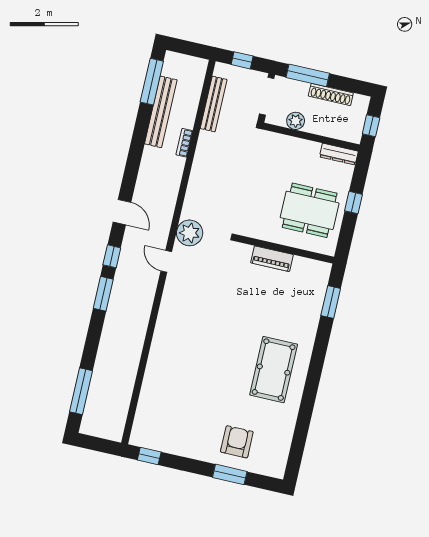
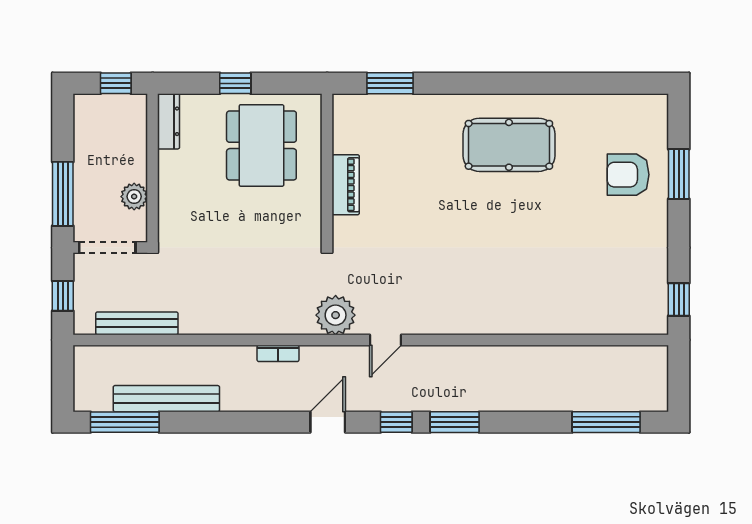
shoe rack: (331, 94) -> (83, 153), removed
bookcase: (184, 143) -> (278, 353), moved

